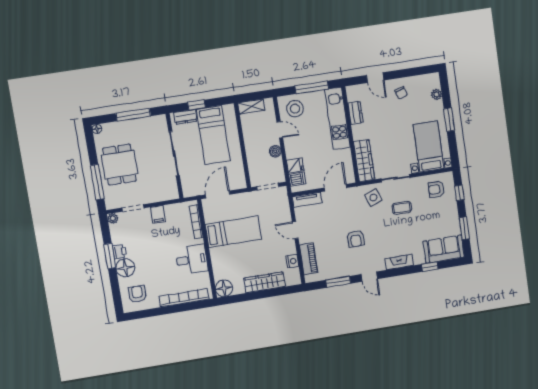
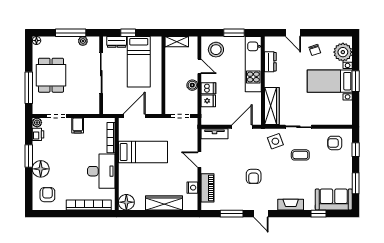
window: (312, 87) -> (234, 33), width x0.69
plant: (437, 94) -> (343, 52), width x1.88, depth x1.88
plant: (148, 122) -> (83, 41), added
bed with nightstands: (429, 146) -> (330, 81), moved, turned -90
dishwasher: (297, 179) -> (208, 88), moved
printer: (119, 252) -> (38, 134), moved
desk: (192, 260) -> (101, 171), width x1.37

